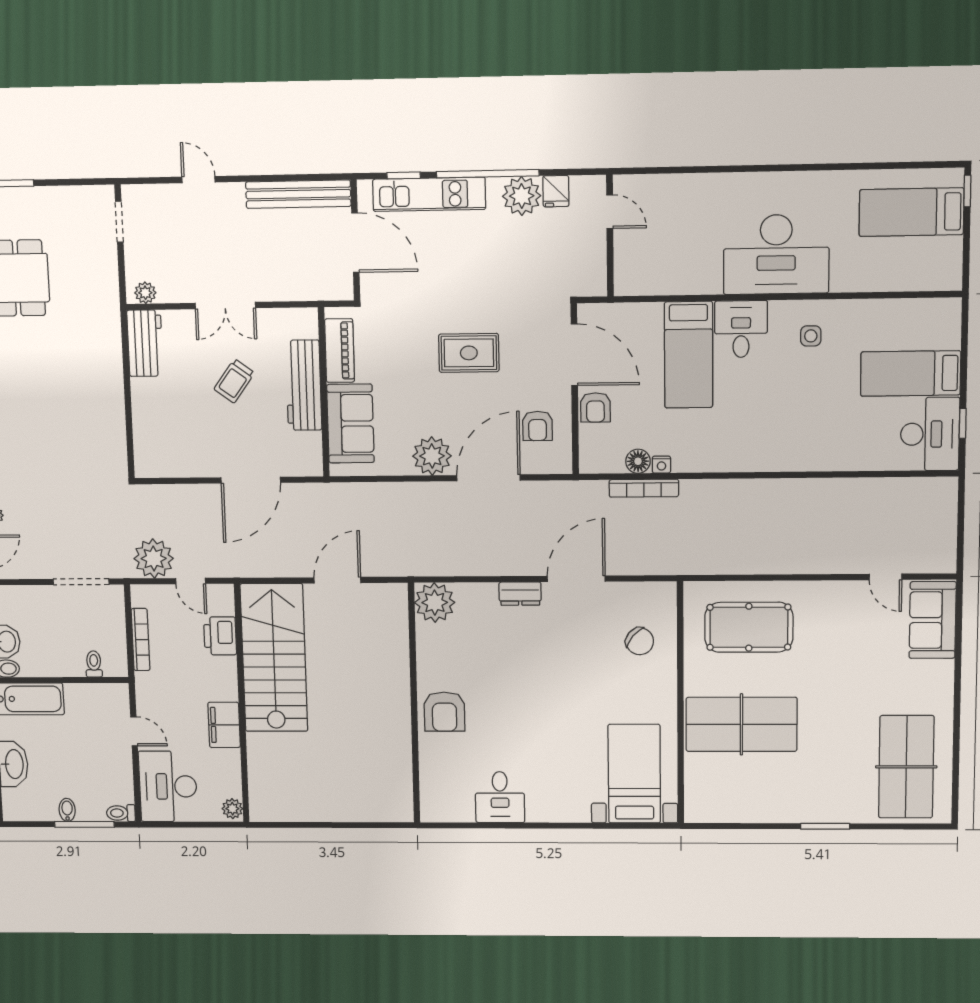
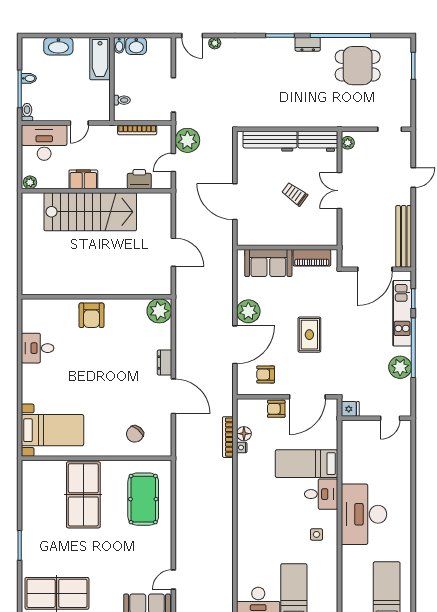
fridge: (556, 191) -> (350, 409), moved, turned 180
workbench: (304, 385) -> (270, 141), moved, turned 180
door: (488, 478) -> (235, 345), hinge flipped
stairs: (274, 658) -> (90, 212), moved
armchair: (444, 712) -> (91, 315), turned -90

